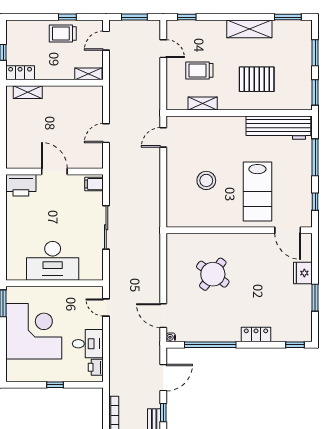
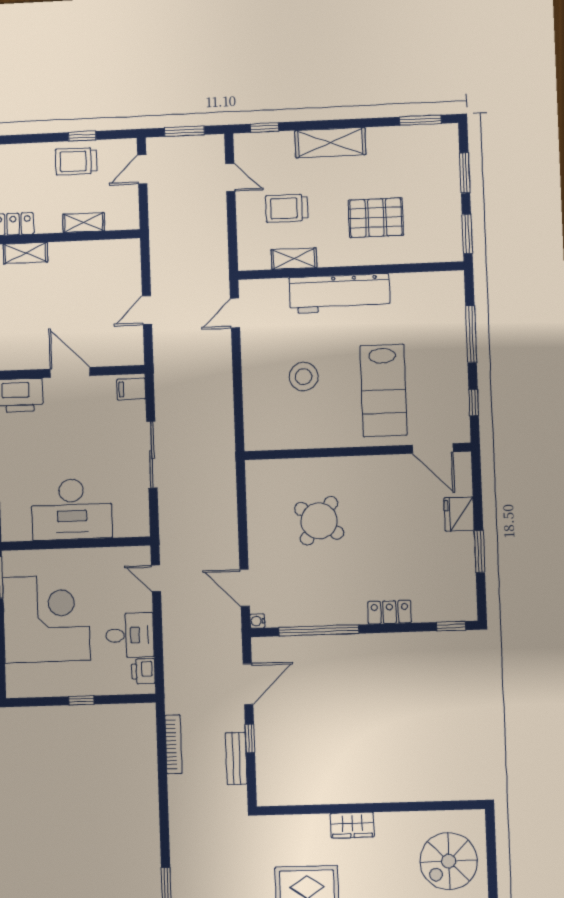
shelving: (249, 29) -> (330, 143), moved
shelving: (88, 74) -> (84, 223), moved
workbench: (278, 128) -> (339, 294), moved

